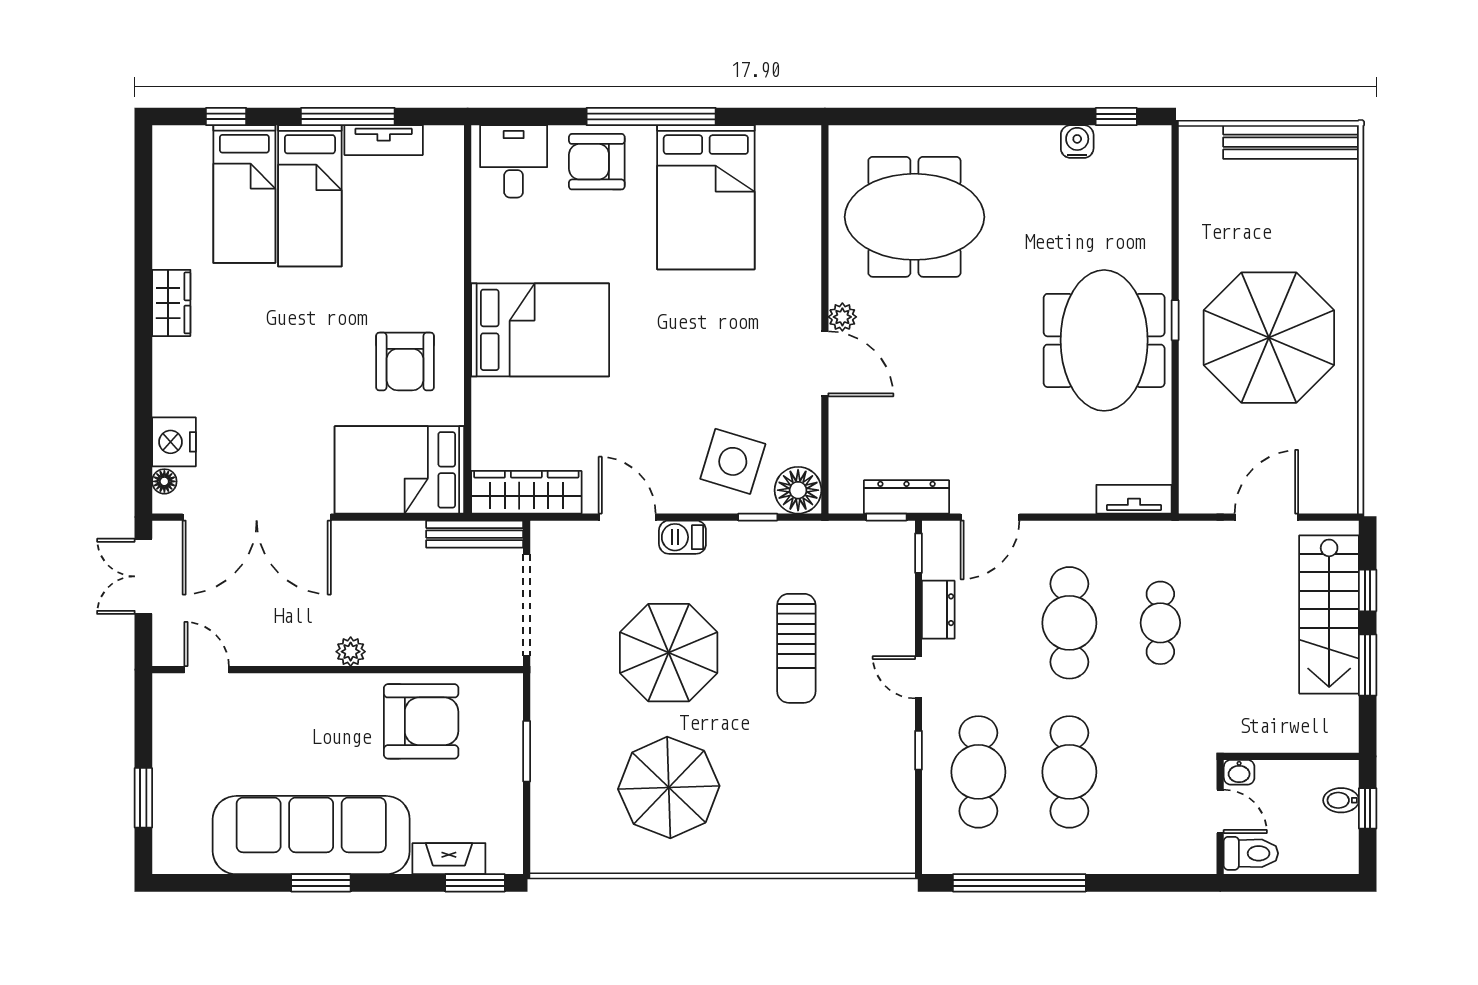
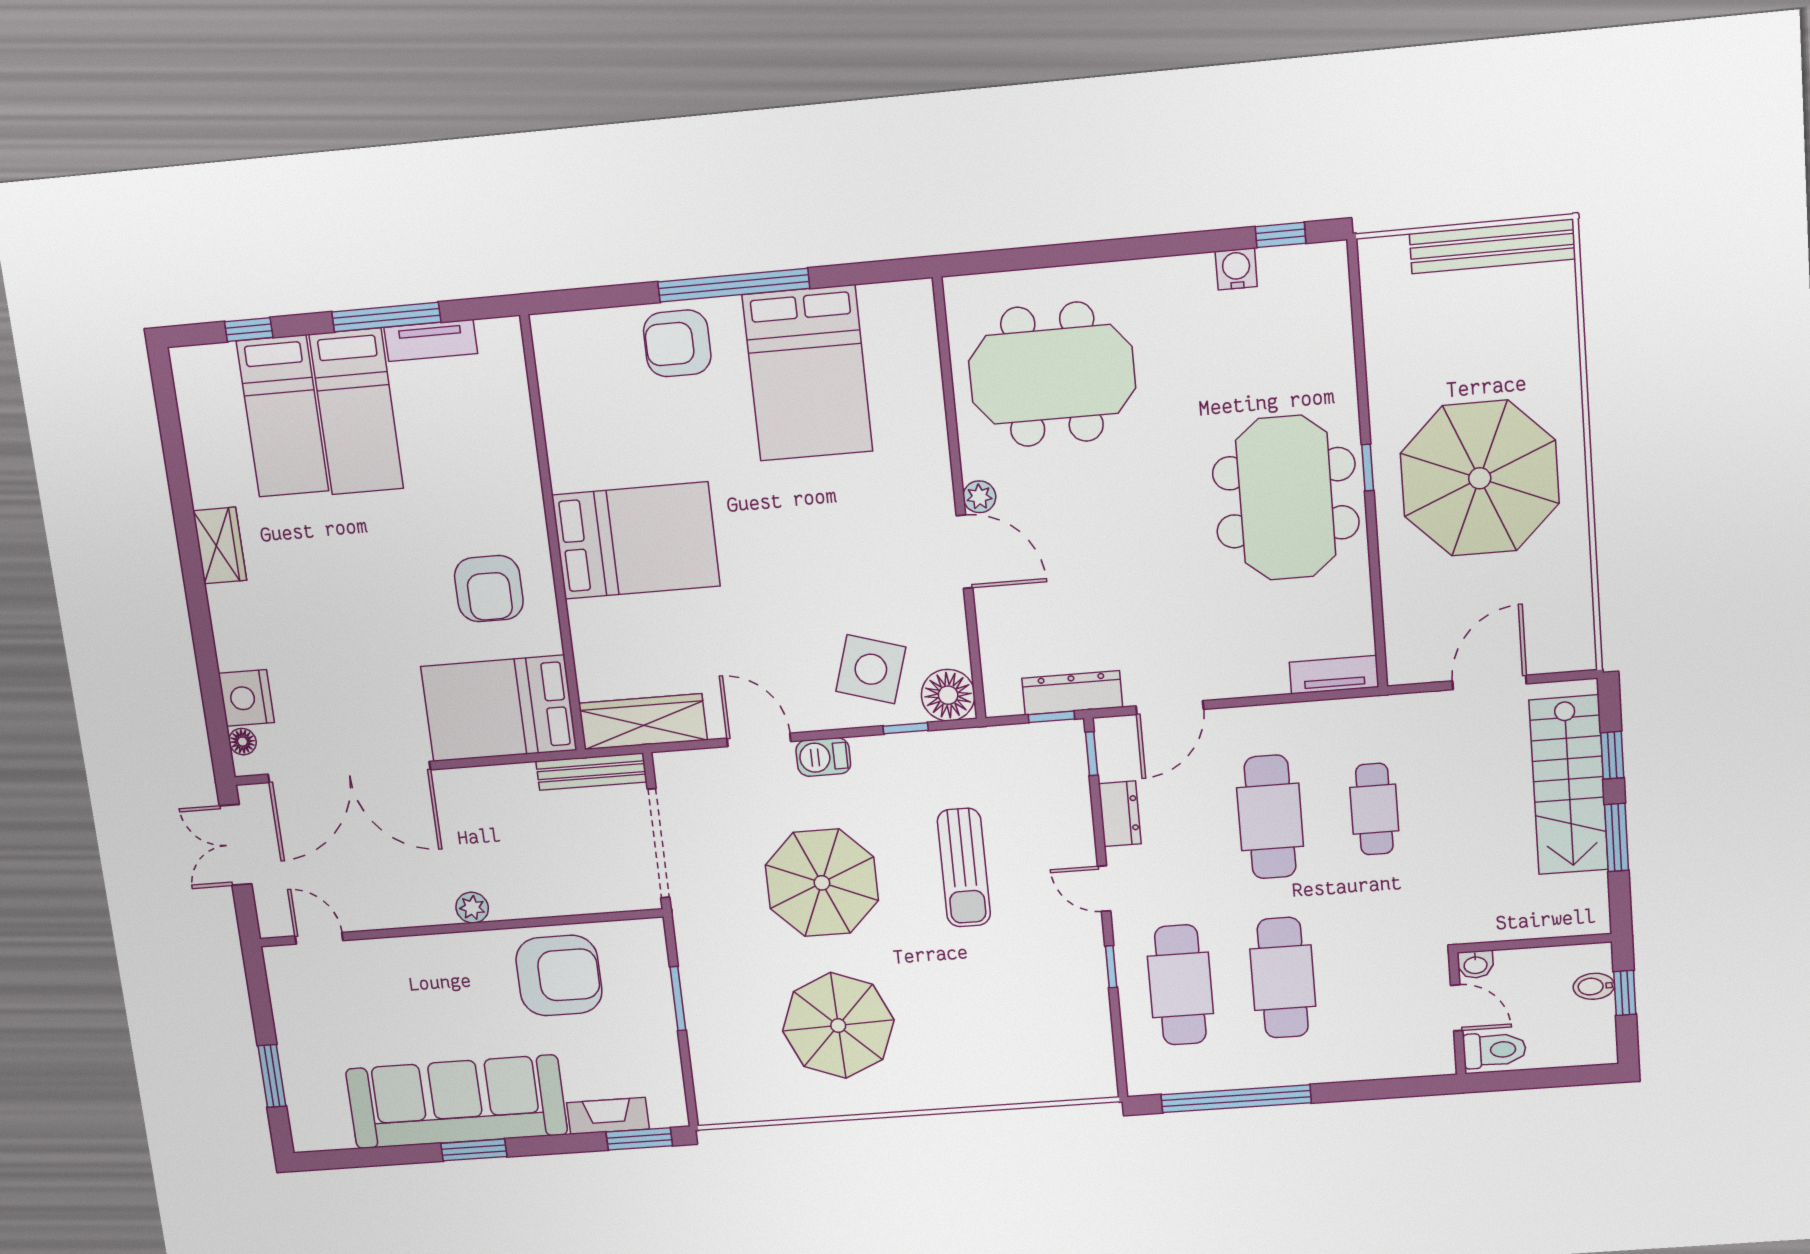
desk: (514, 161) -> (582, 352), removed

